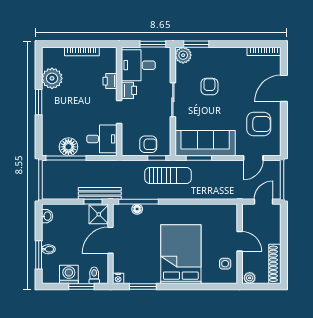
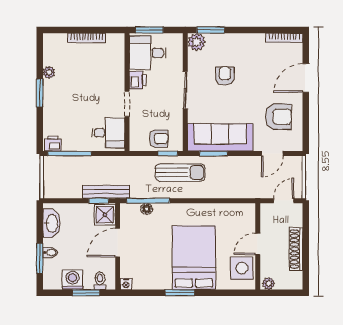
window: (153, 44) -> (149, 30), moved
plant: (52, 78) -> (49, 72), width x0.53, depth x0.53
printer: (110, 81) -> (53, 144), moved, turned 90
floor lamp: (68, 147) -> (72, 141), removed
washbasin: (47, 216) -> (52, 223), width x1.91, depth x1.45
door: (240, 241) -> (258, 244), swing flipped
side table: (225, 264) -> (242, 268), width x1.87, depth x1.87
shoe rack: (275, 264) -> (296, 249), moved
window: (143, 286) -> (180, 293), moved

